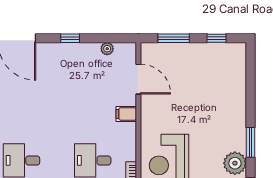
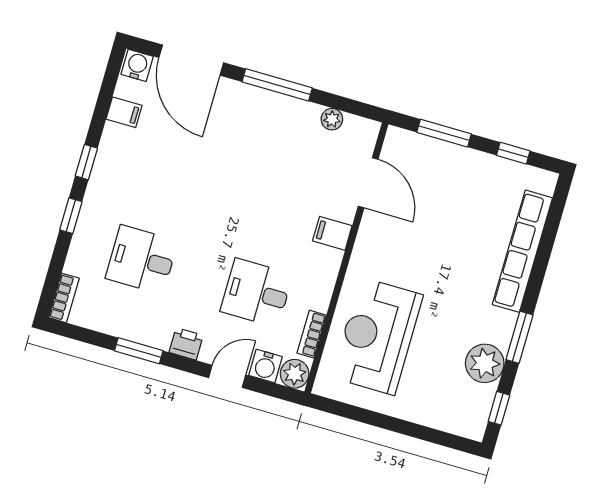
window: (70, 38) -> (277, 85), width x2.17
row of seats: (238, 93) -> (522, 251), added

